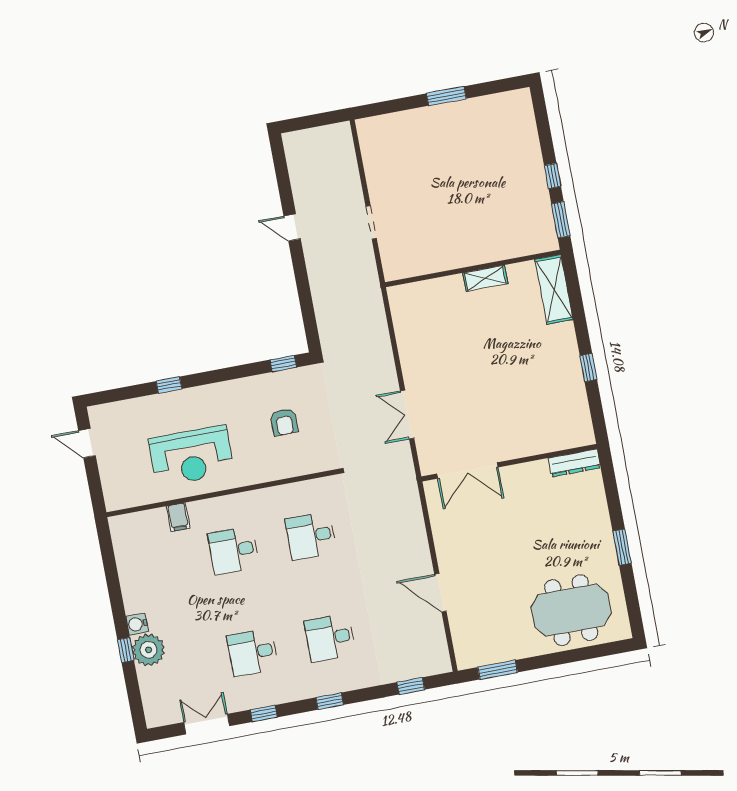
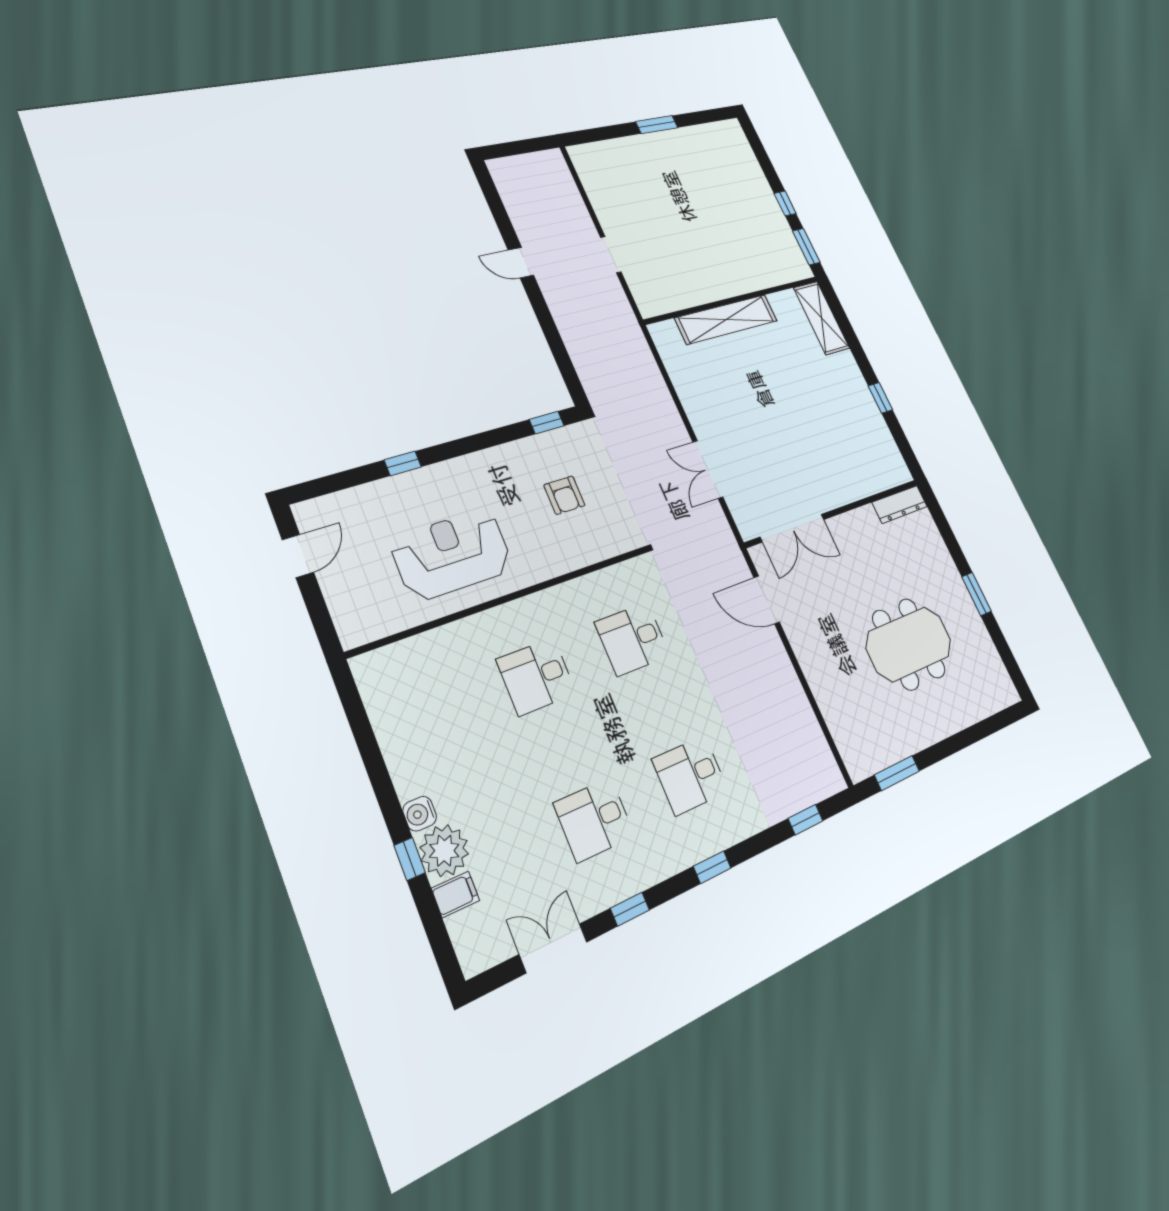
shelving: (485, 278) -> (726, 319), width x2.20, depth x1.33
door: (87, 443) -> (298, 556), swing flipped
reception desk: (191, 456) -> (452, 554), turned 180
filing cabinet: (178, 517) -> (455, 894), moved, turned -90
door: (440, 593) -> (767, 600), moved
meeting table: (571, 610) -> (909, 644), moved

